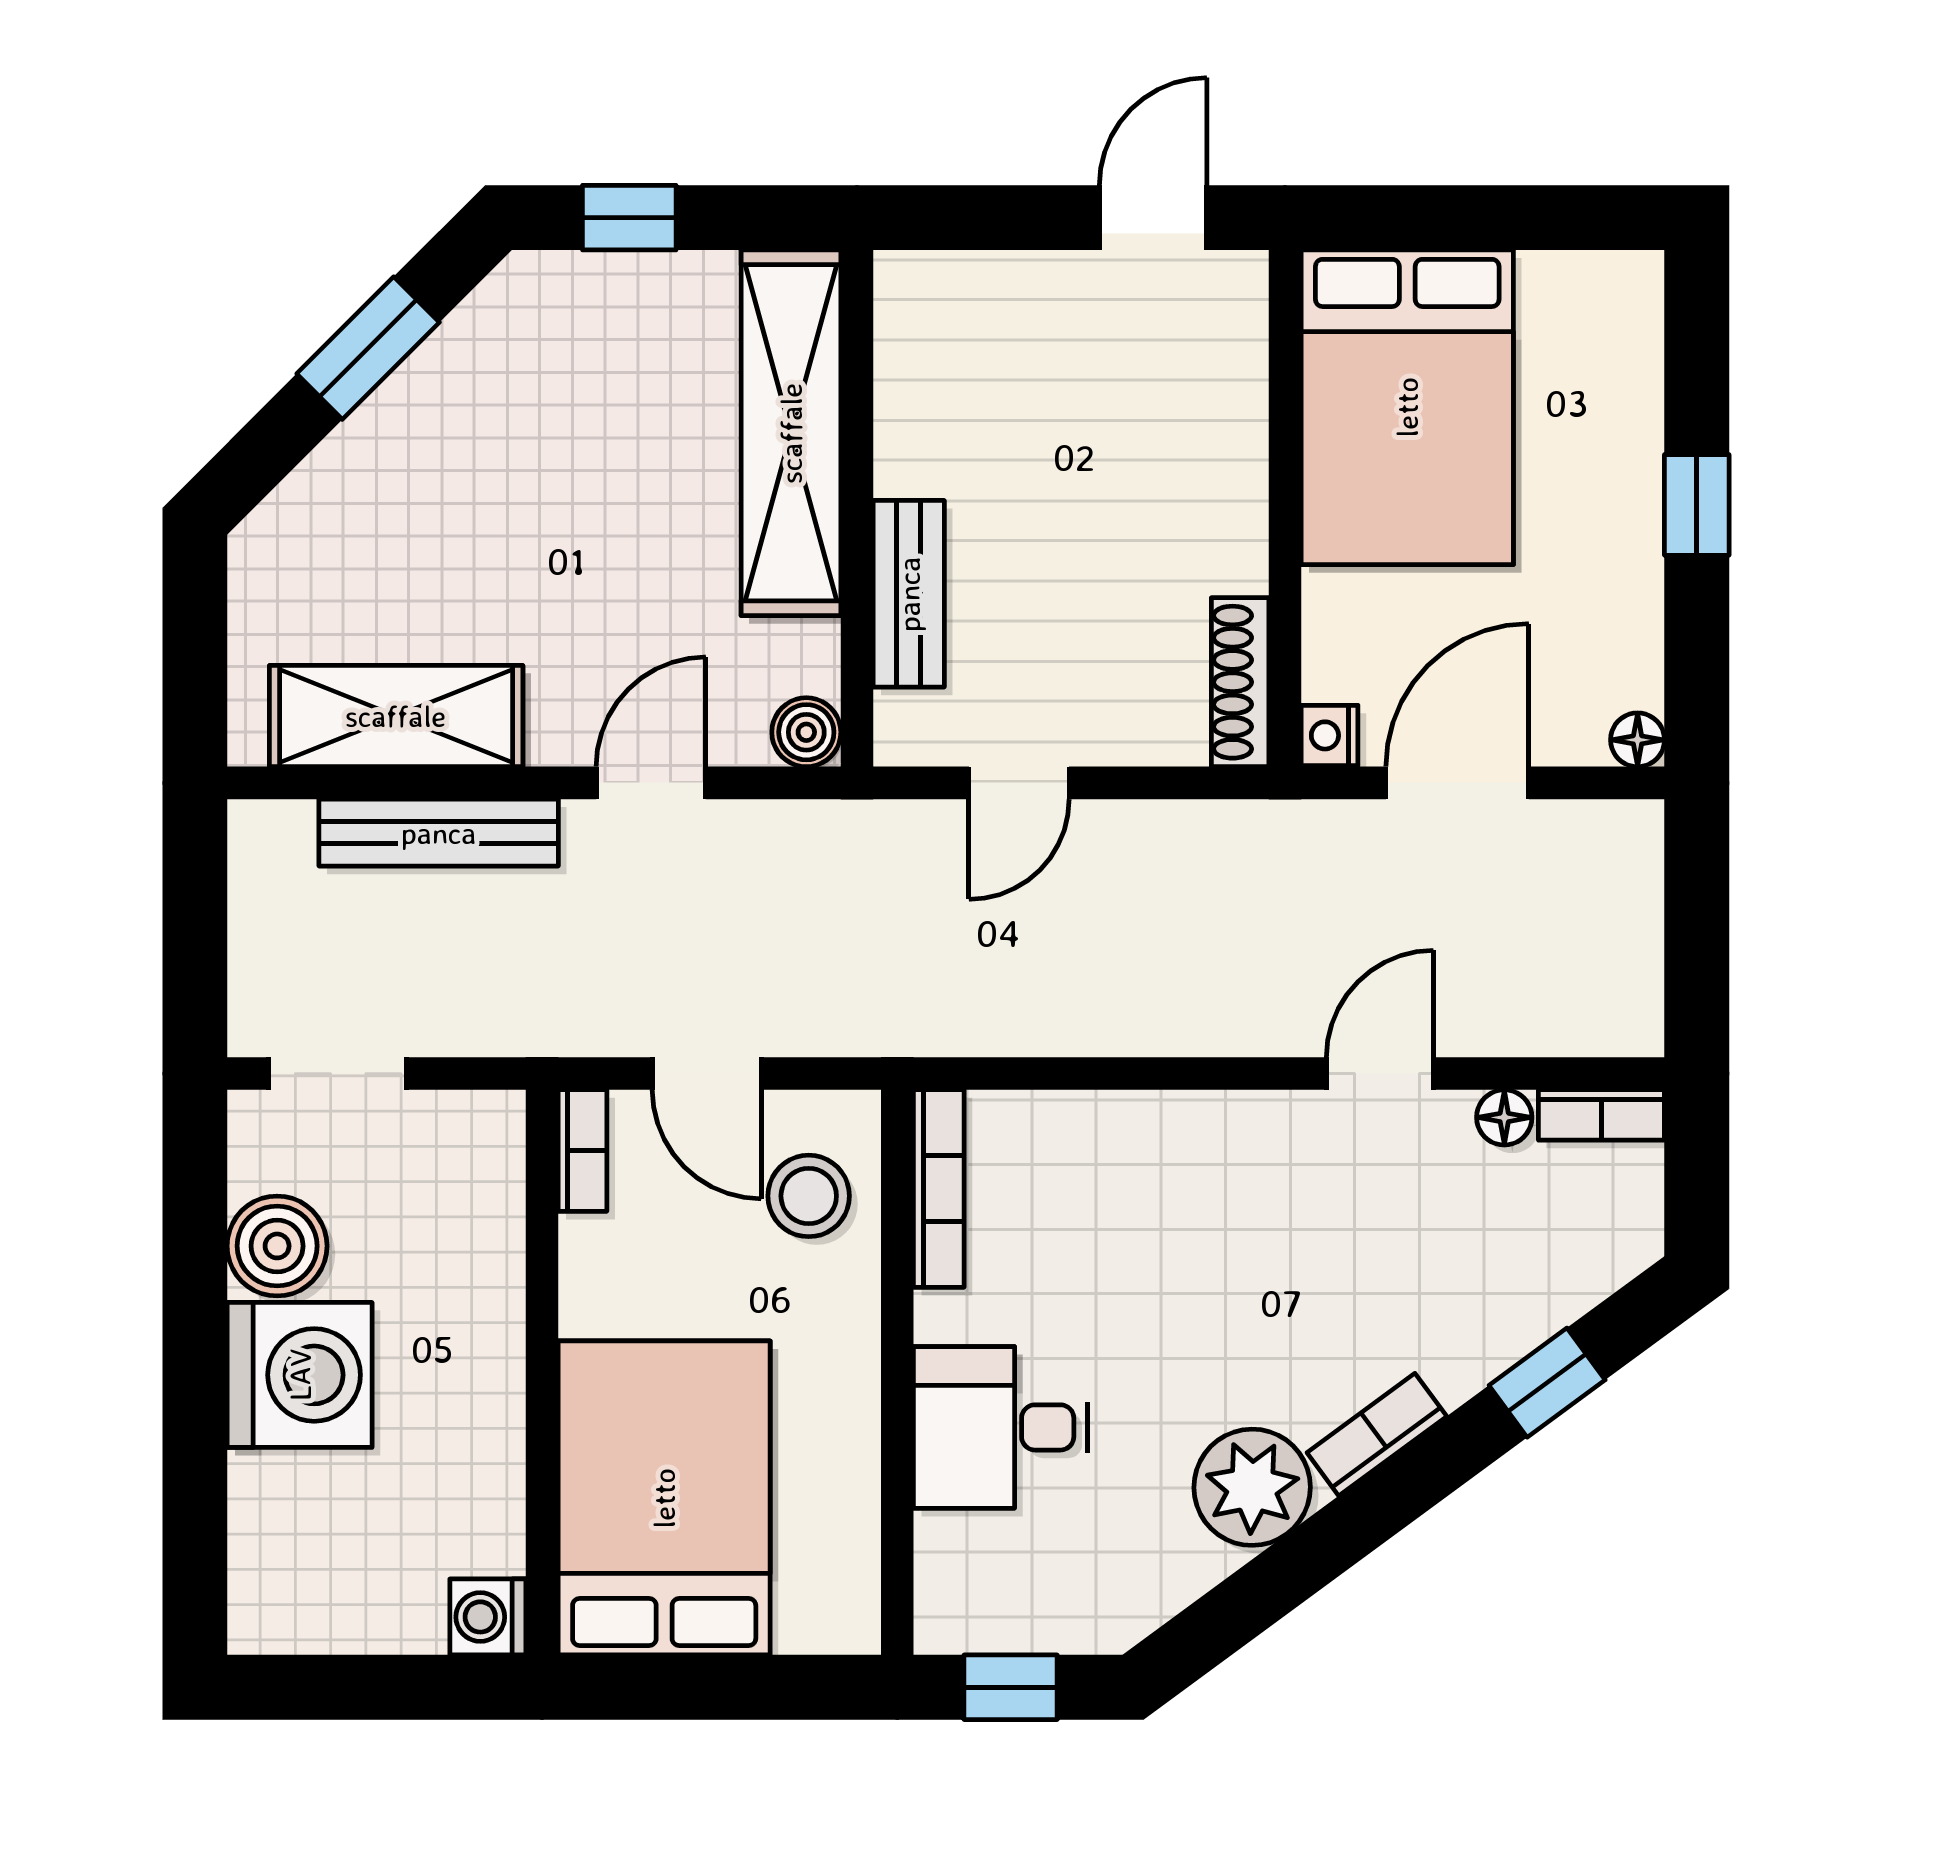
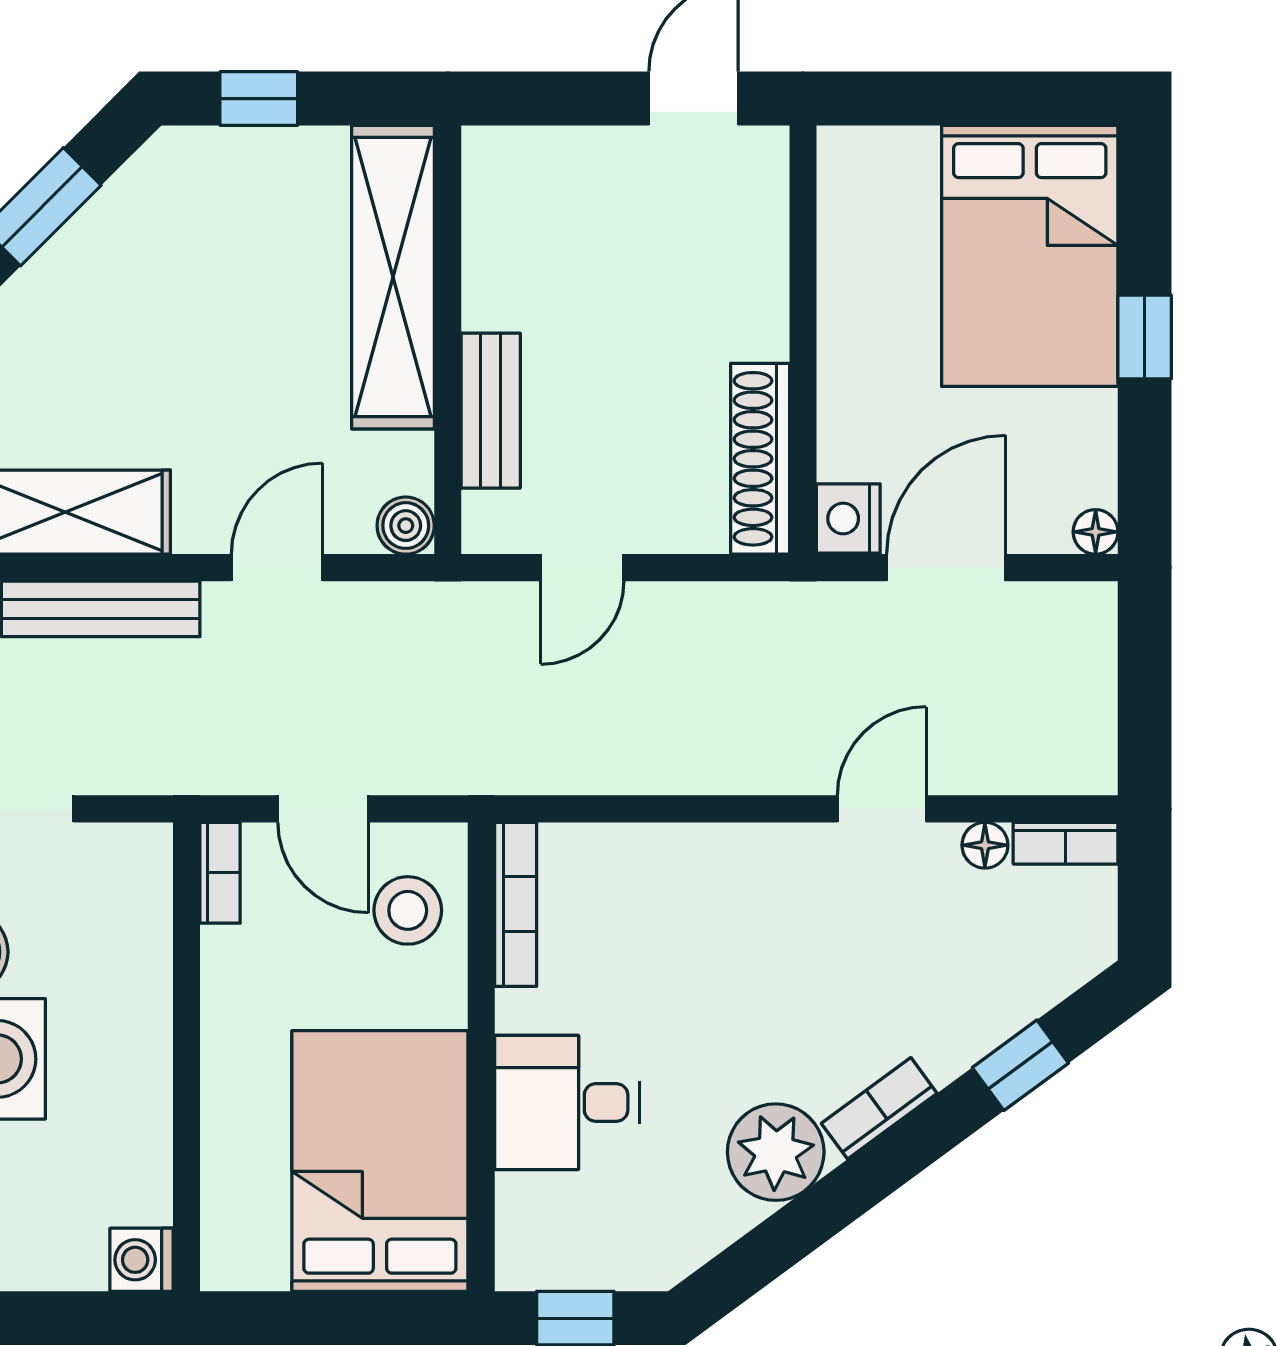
bed: (1407, 407) -> (1030, 256), moved
shoe rack: (1240, 682) -> (760, 459), width x1.36, depth x1.24
nightstand: (1329, 735) -> (848, 519), width x1.39, depth x1.35
bed: (664, 1498) -> (380, 1161), moved

